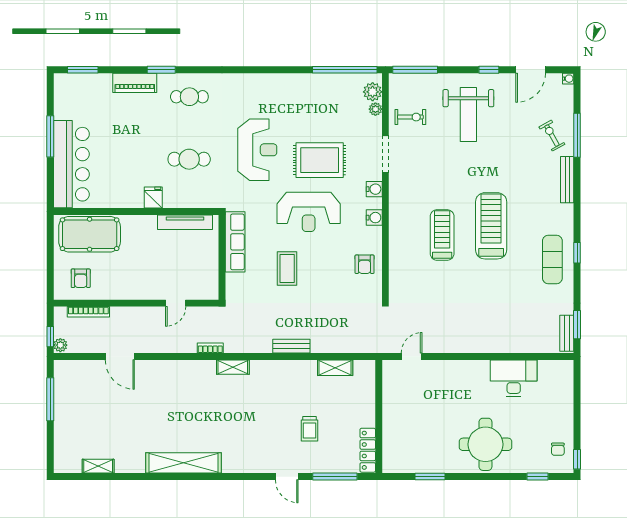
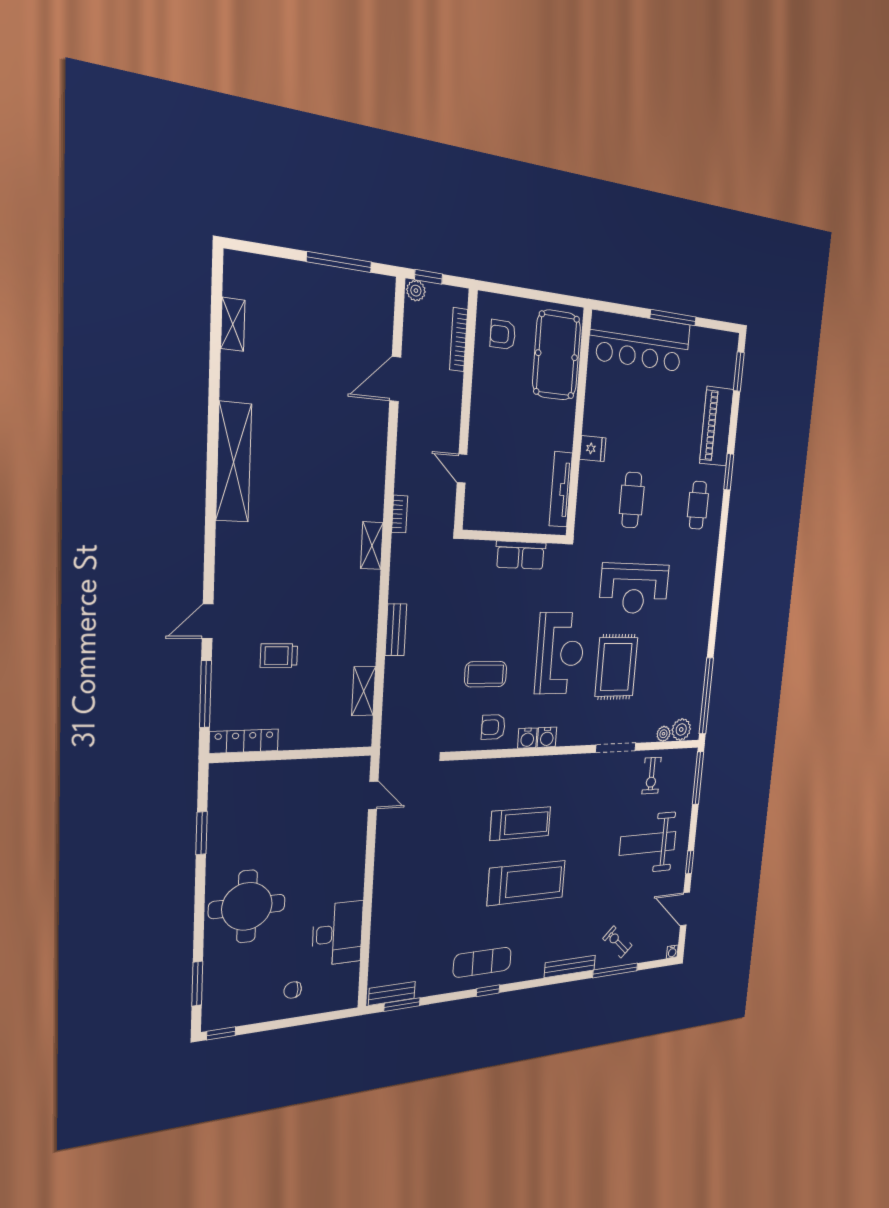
piano: (135, 83) -> (717, 426), width x1.37, depth x1.33
exercise bike: (552, 136) -> (617, 942), turned -106
water cooler: (374, 189) -> (527, 738), moved
reception desk: (309, 212) -> (560, 653), turned 180
row of seats: (235, 242) -> (521, 555), width x0.68
coffee table: (287, 269) -> (486, 674), moved
chair: (558, 449) -> (293, 990), moved
window: (537, 477) -> (197, 984), width x1.50

